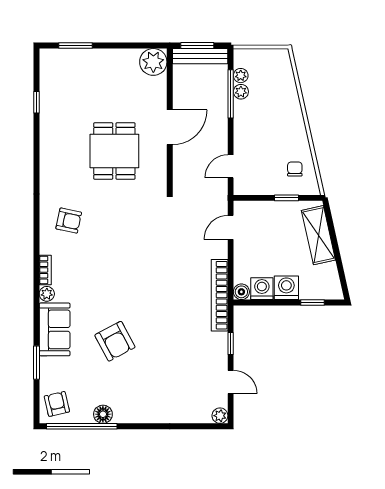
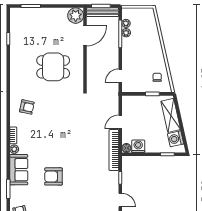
door: (170, 127) -> (85, 36), moved
dining table: (114, 151) -> (53, 67), turned 90
door: (231, 227) -> (120, 122), moved
washing machine: (286, 288) -> (176, 139), moved, turned -103
armchair: (115, 341) -> (53, 176), turned 118

